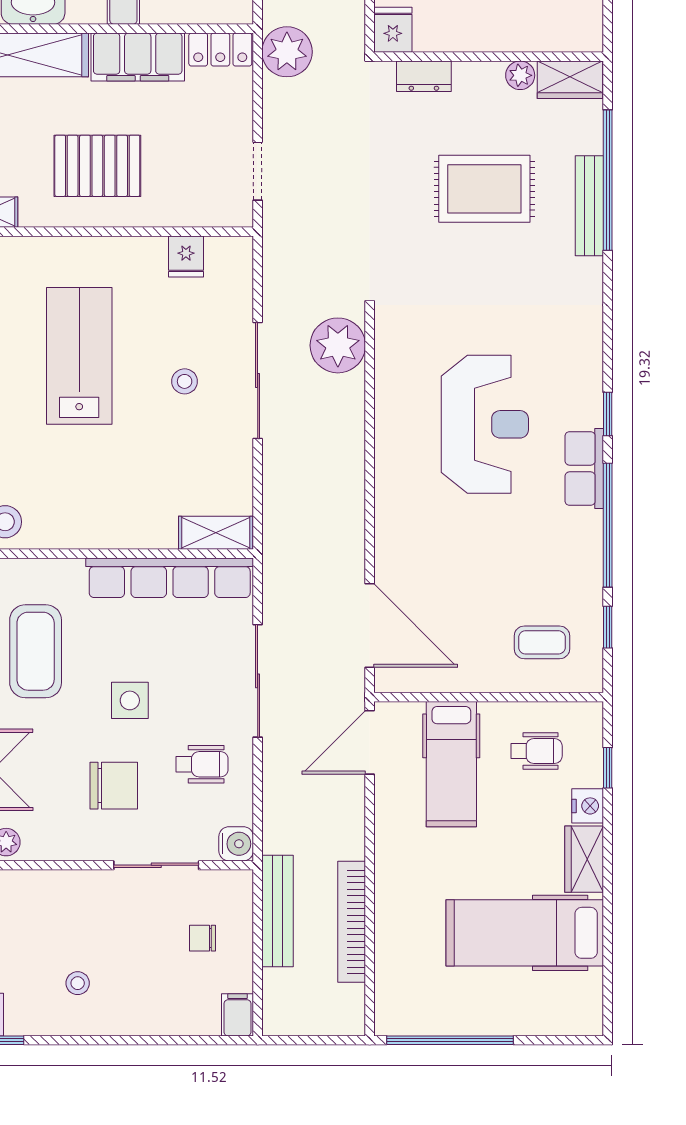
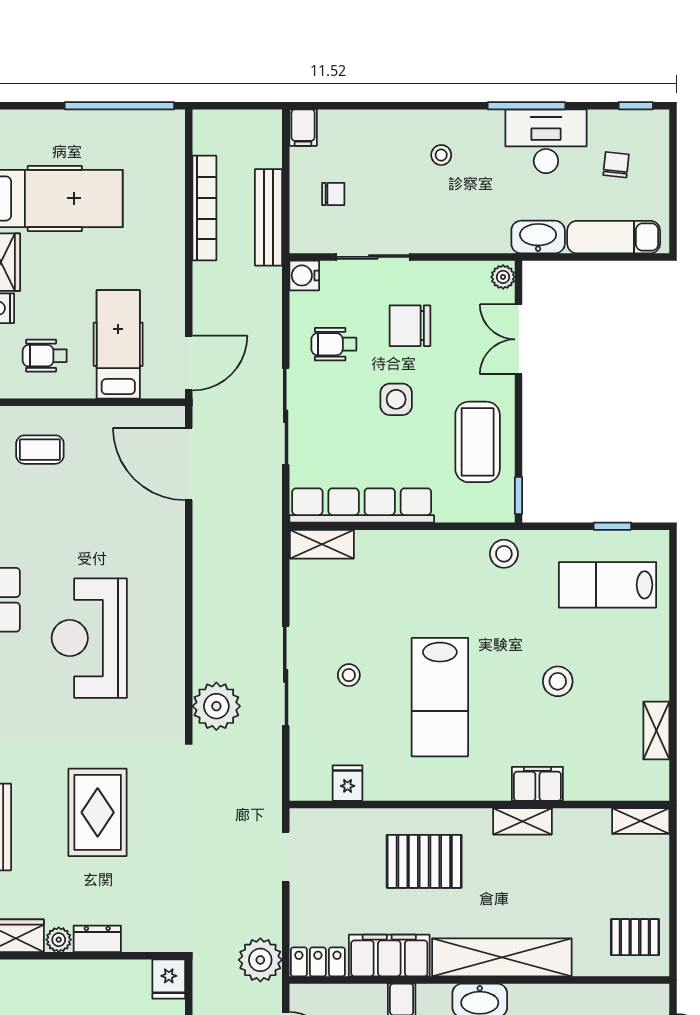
dresser: (424, 76) -> (97, 939), moved
rug: (484, 189) -> (98, 812), moved, turned 90

